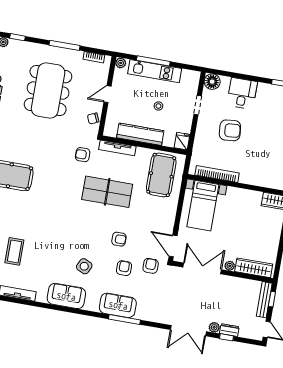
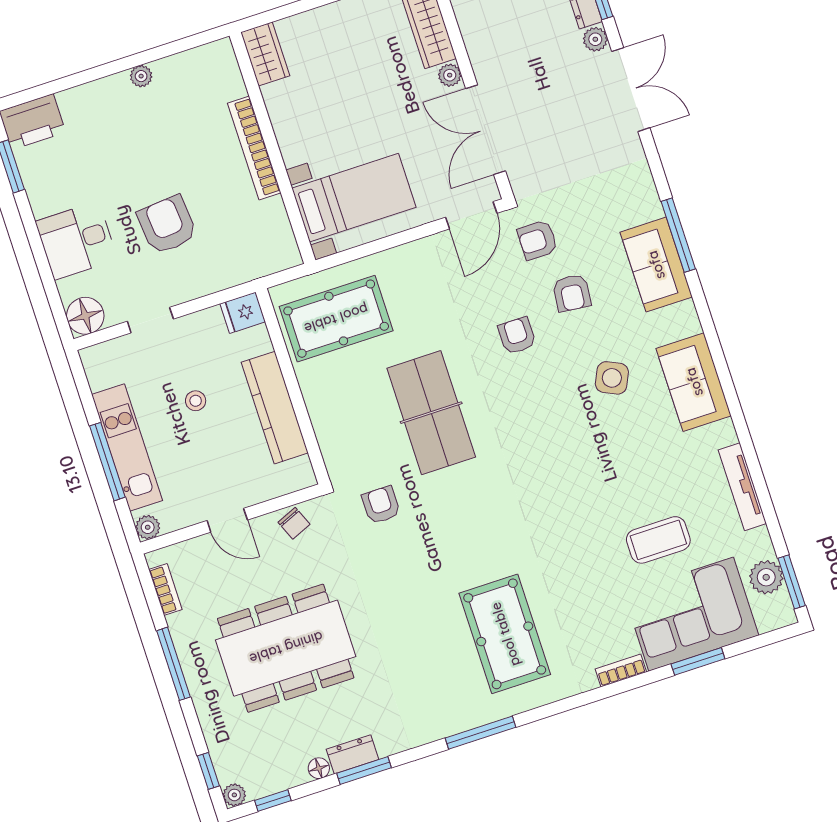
tv unit: (117, 148) -> (328, 440), removed
armchair: (83, 155) -> (381, 505), turned 180
bookcase: (217, 174) -> (254, 148), moved
armchair: (124, 268) -> (572, 293), turned -84

